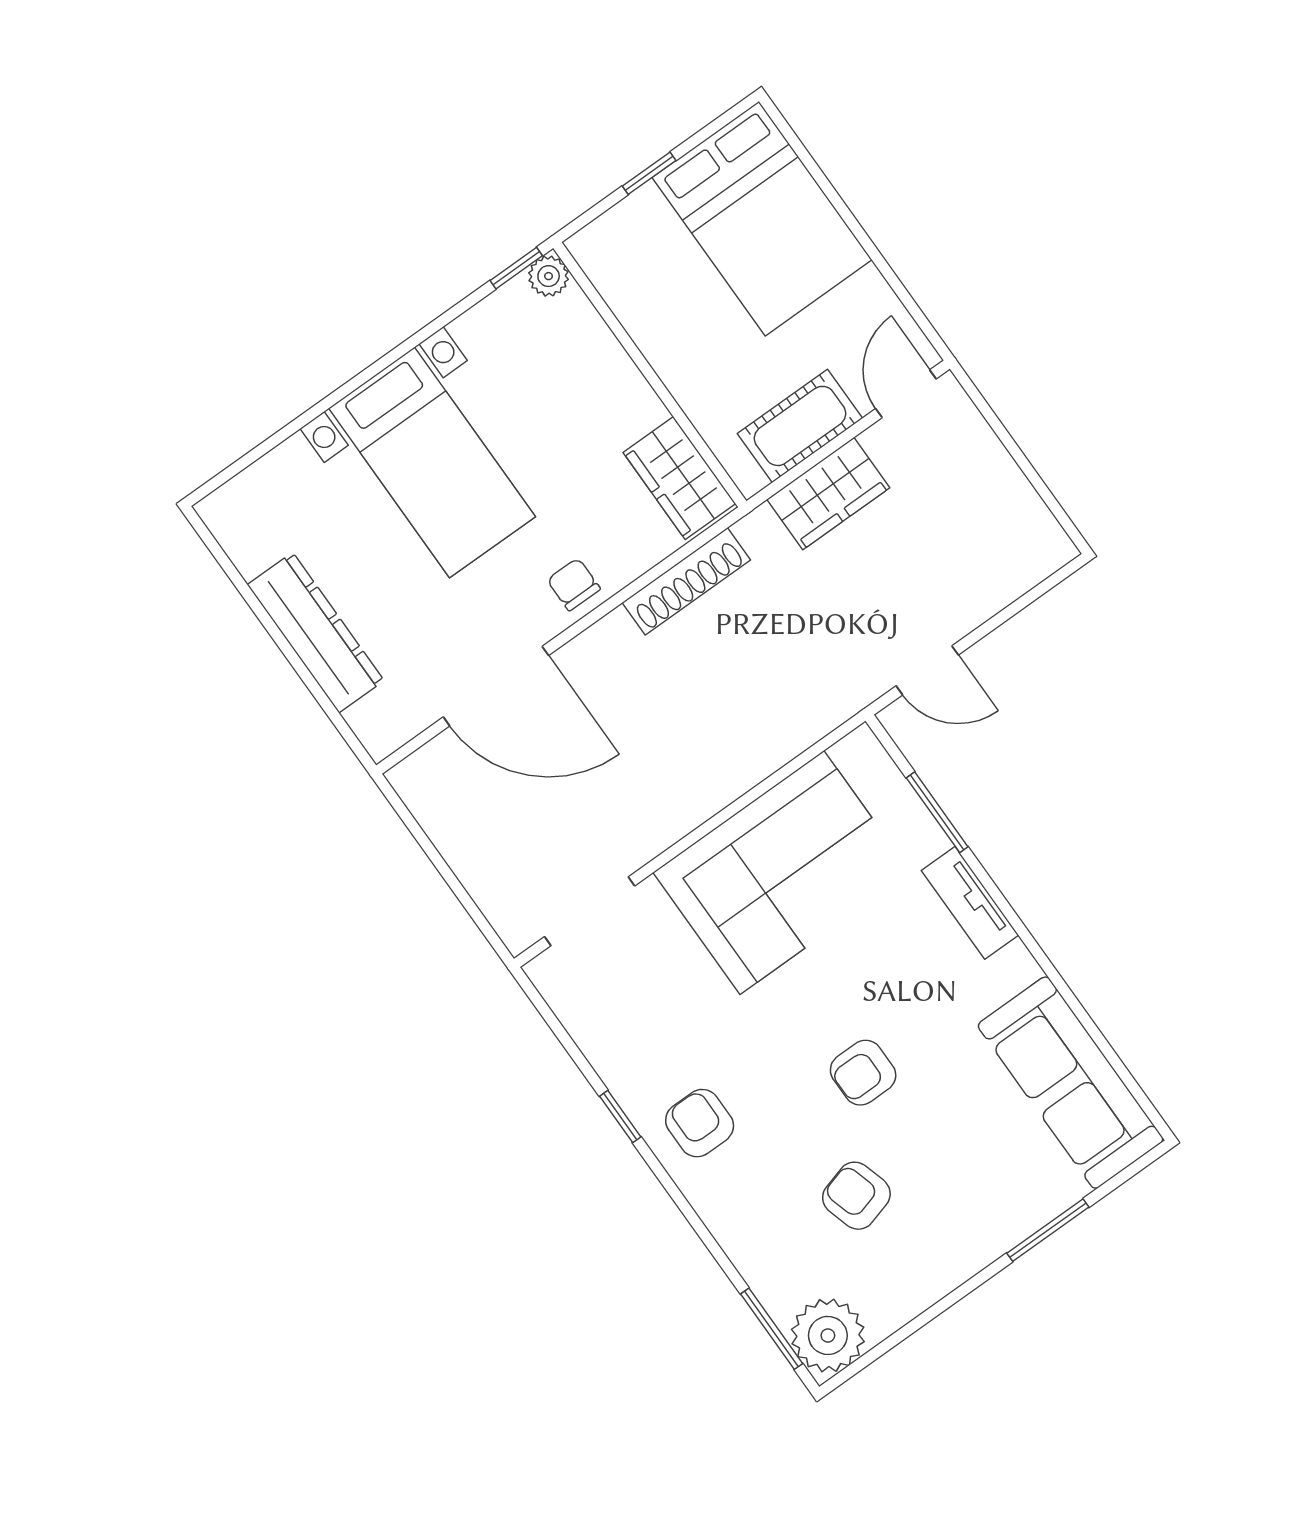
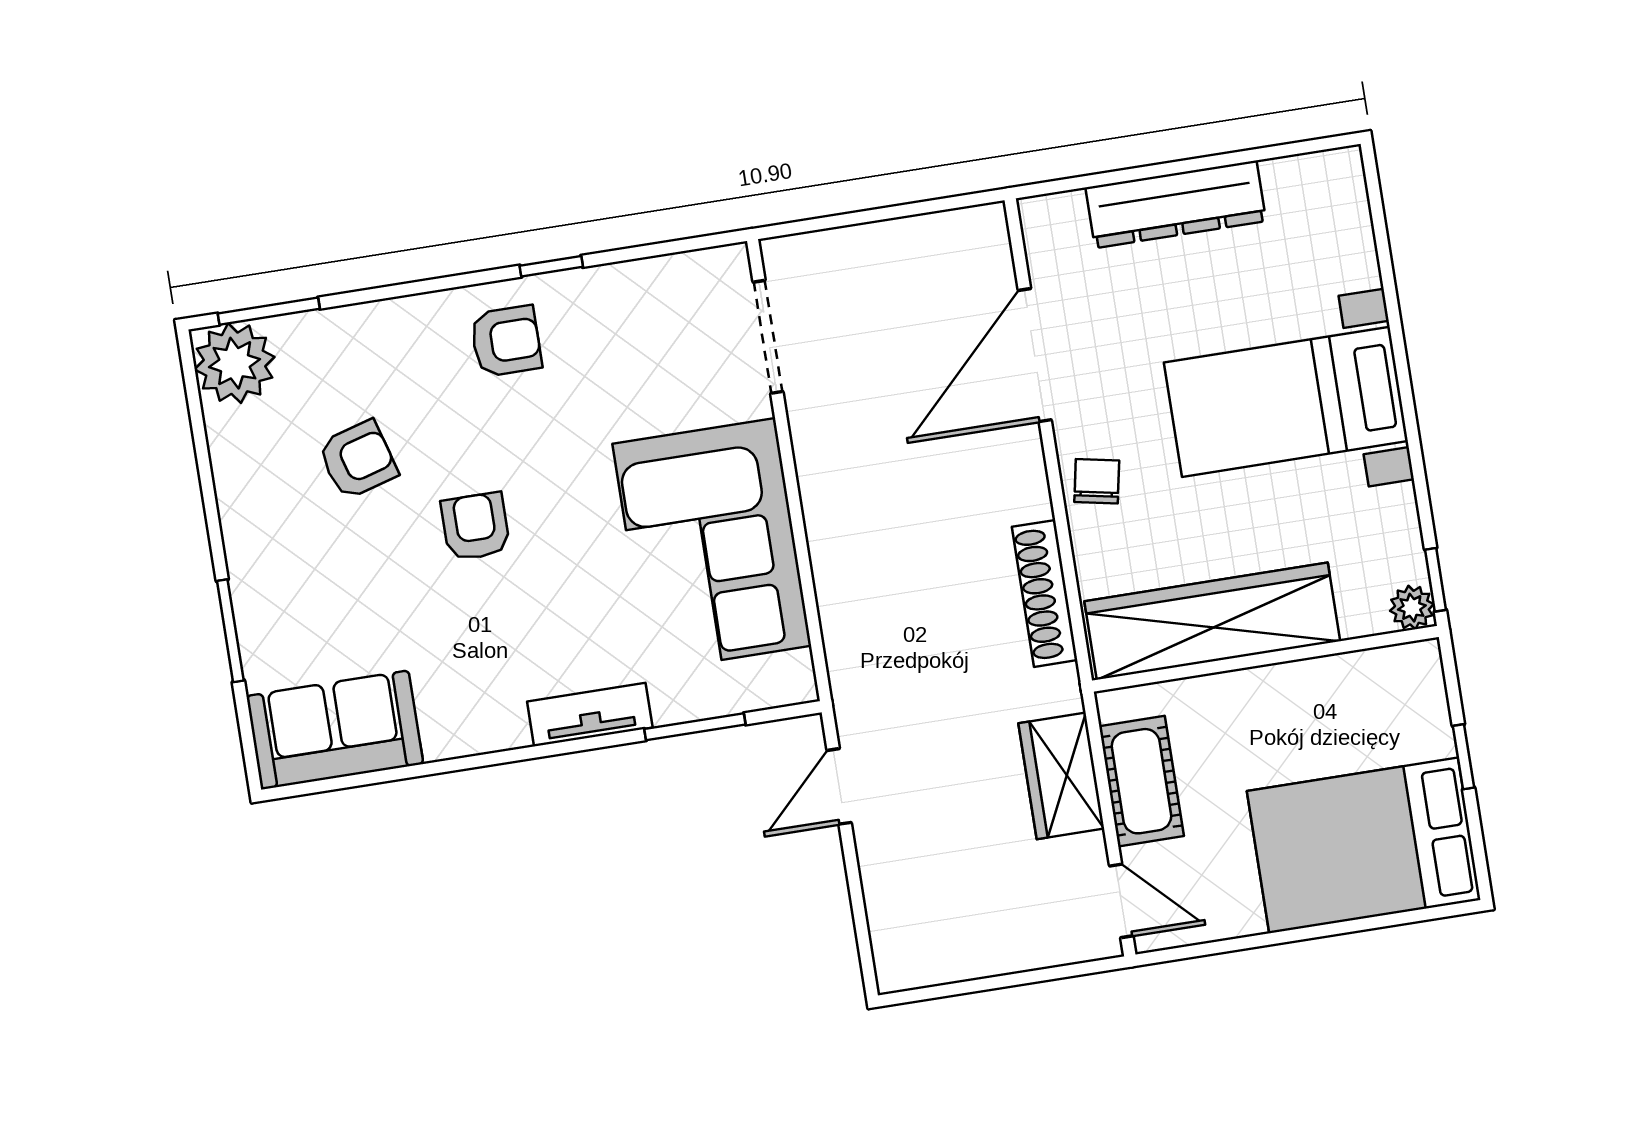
wardrobe: (679, 478) -> (1212, 621), width x2.10, depth x1.17
chair: (574, 584) -> (1097, 481), turned -79
sofa: (1071, 1083) -> (335, 730), width x0.73

